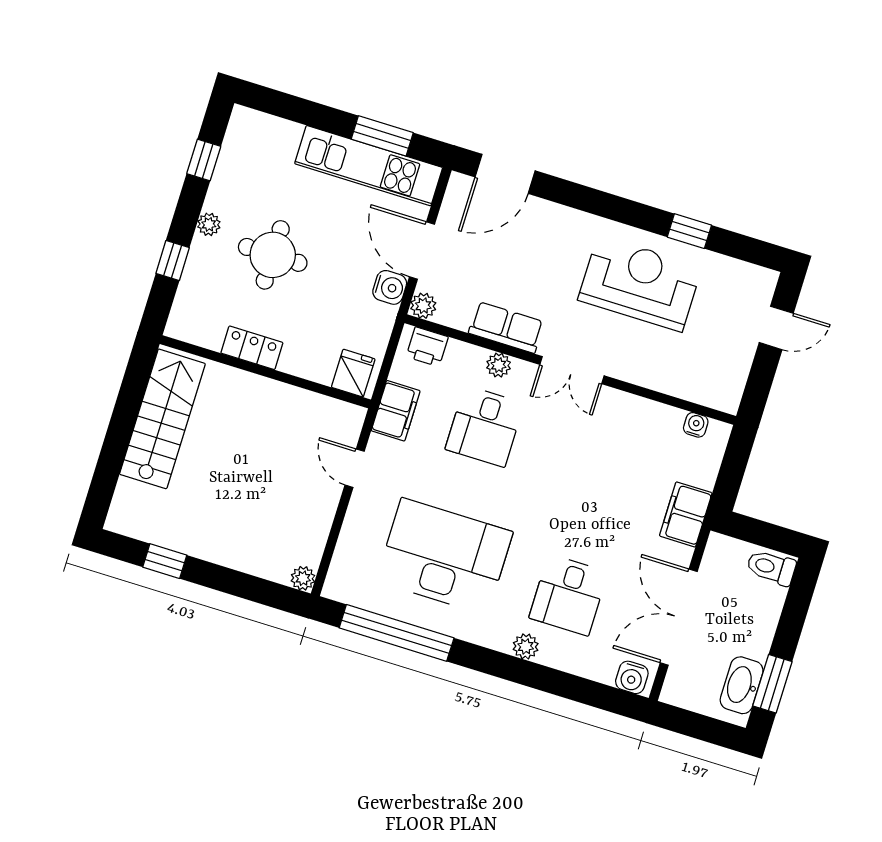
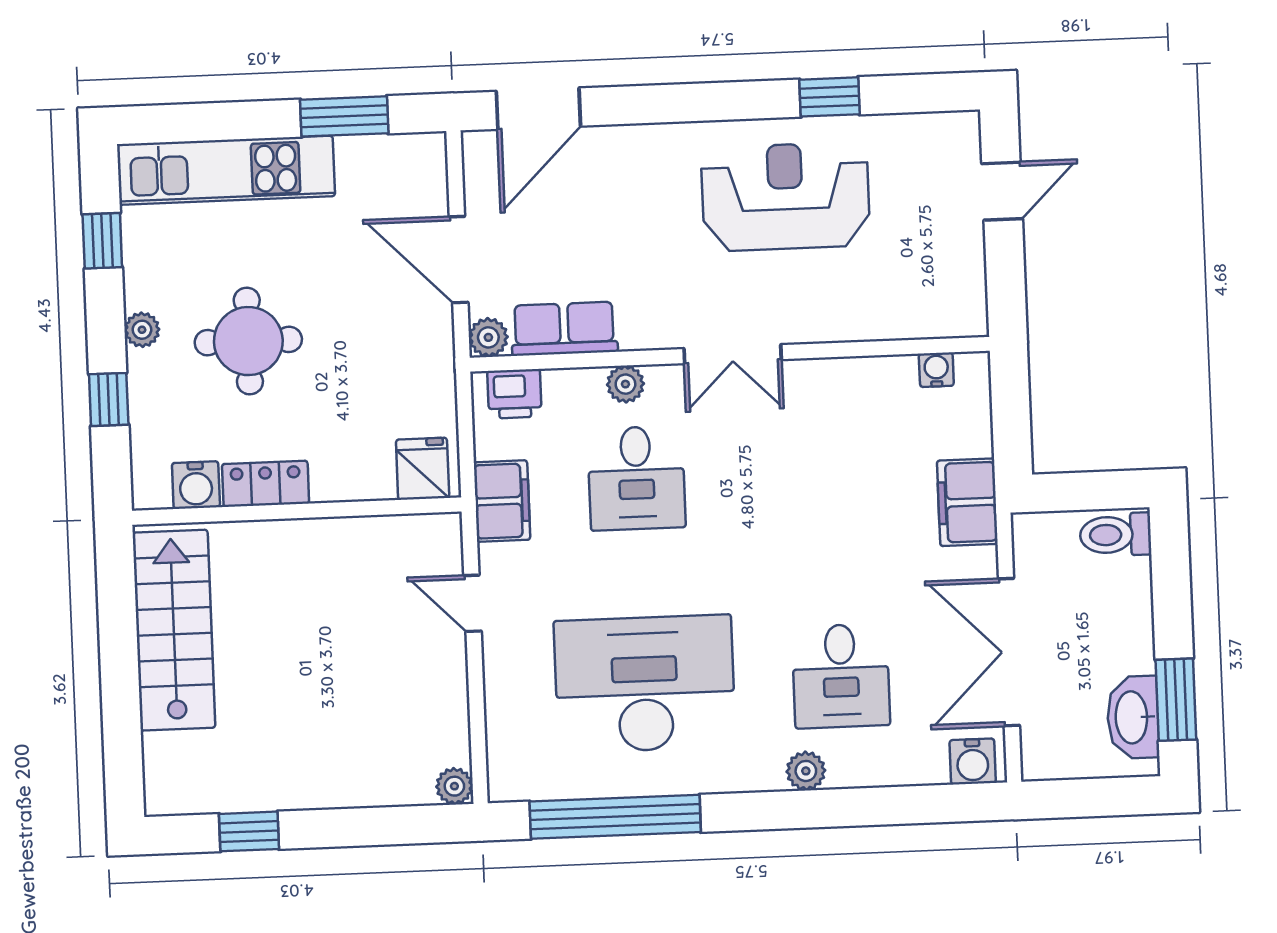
kitchen unit: (369, 166) -> (226, 170), moved
water cooler: (390, 287) -> (196, 485), moved, turned 90
row of seats: (506, 327) -> (564, 329), moved

